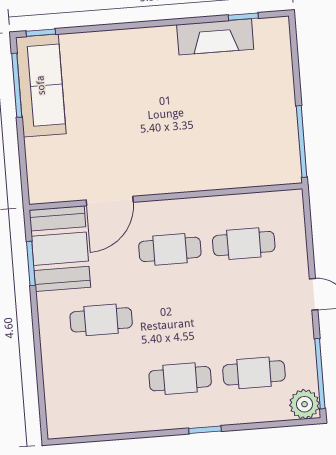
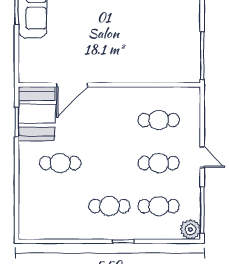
cafe table: (170, 249) -> (159, 163), moved

